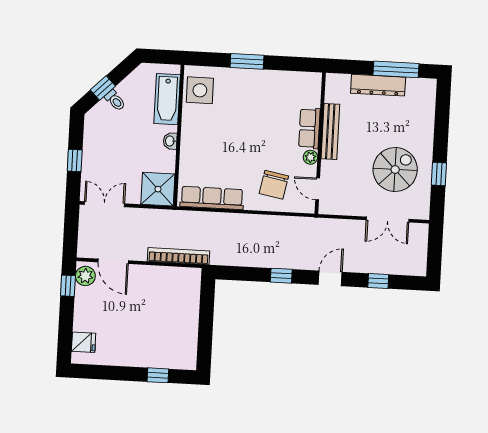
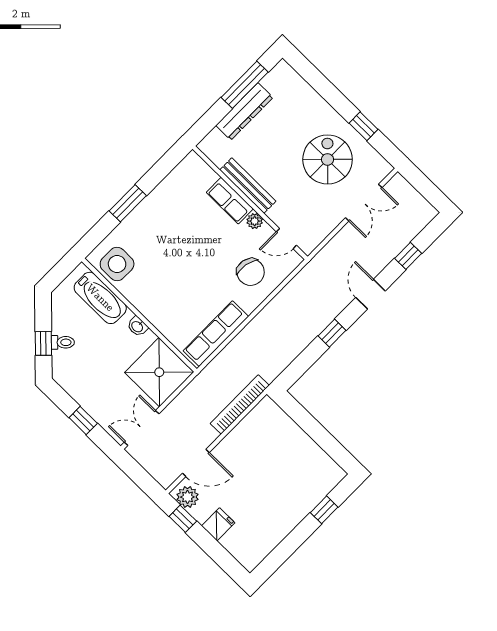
shower: (158, 189) -> (159, 372), width x1.37, depth x1.37
fridge: (84, 342) -> (218, 524), moved

